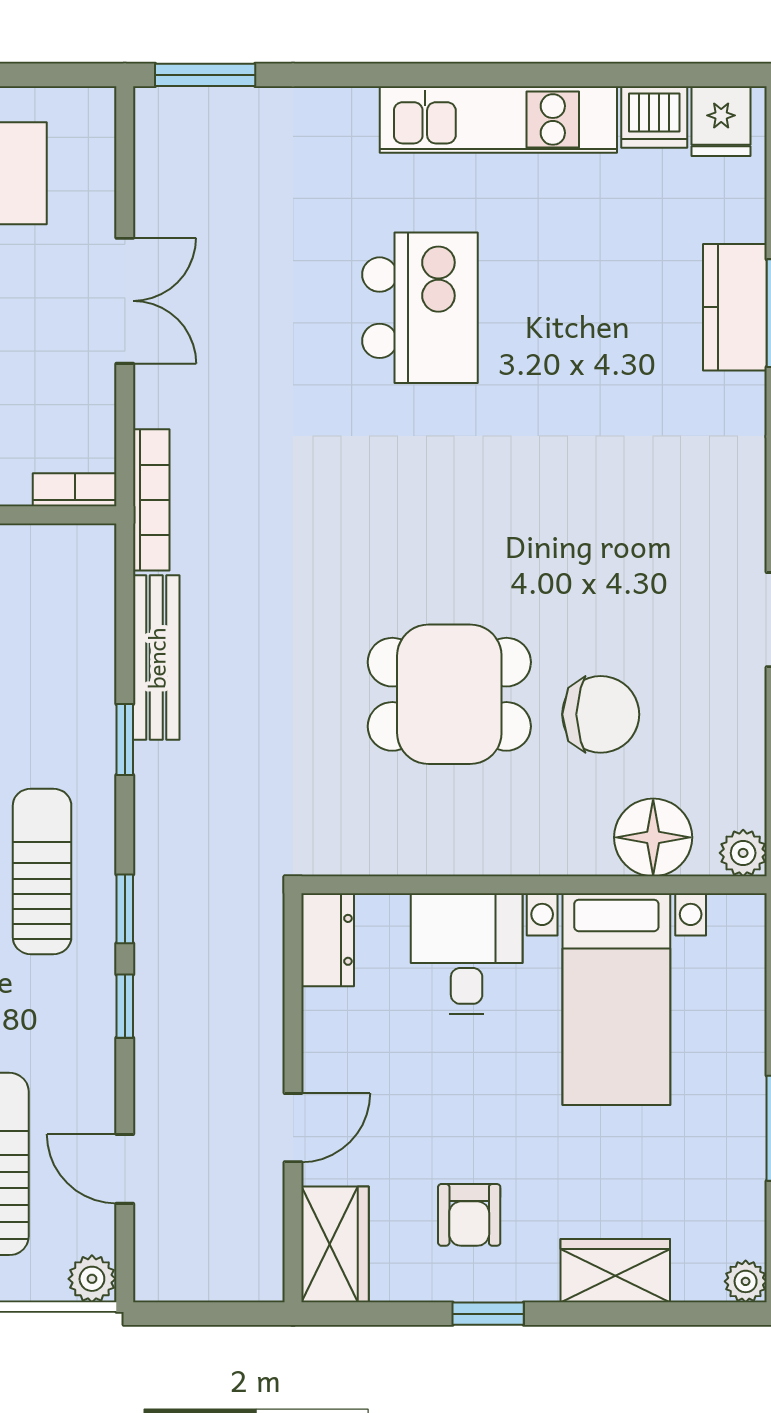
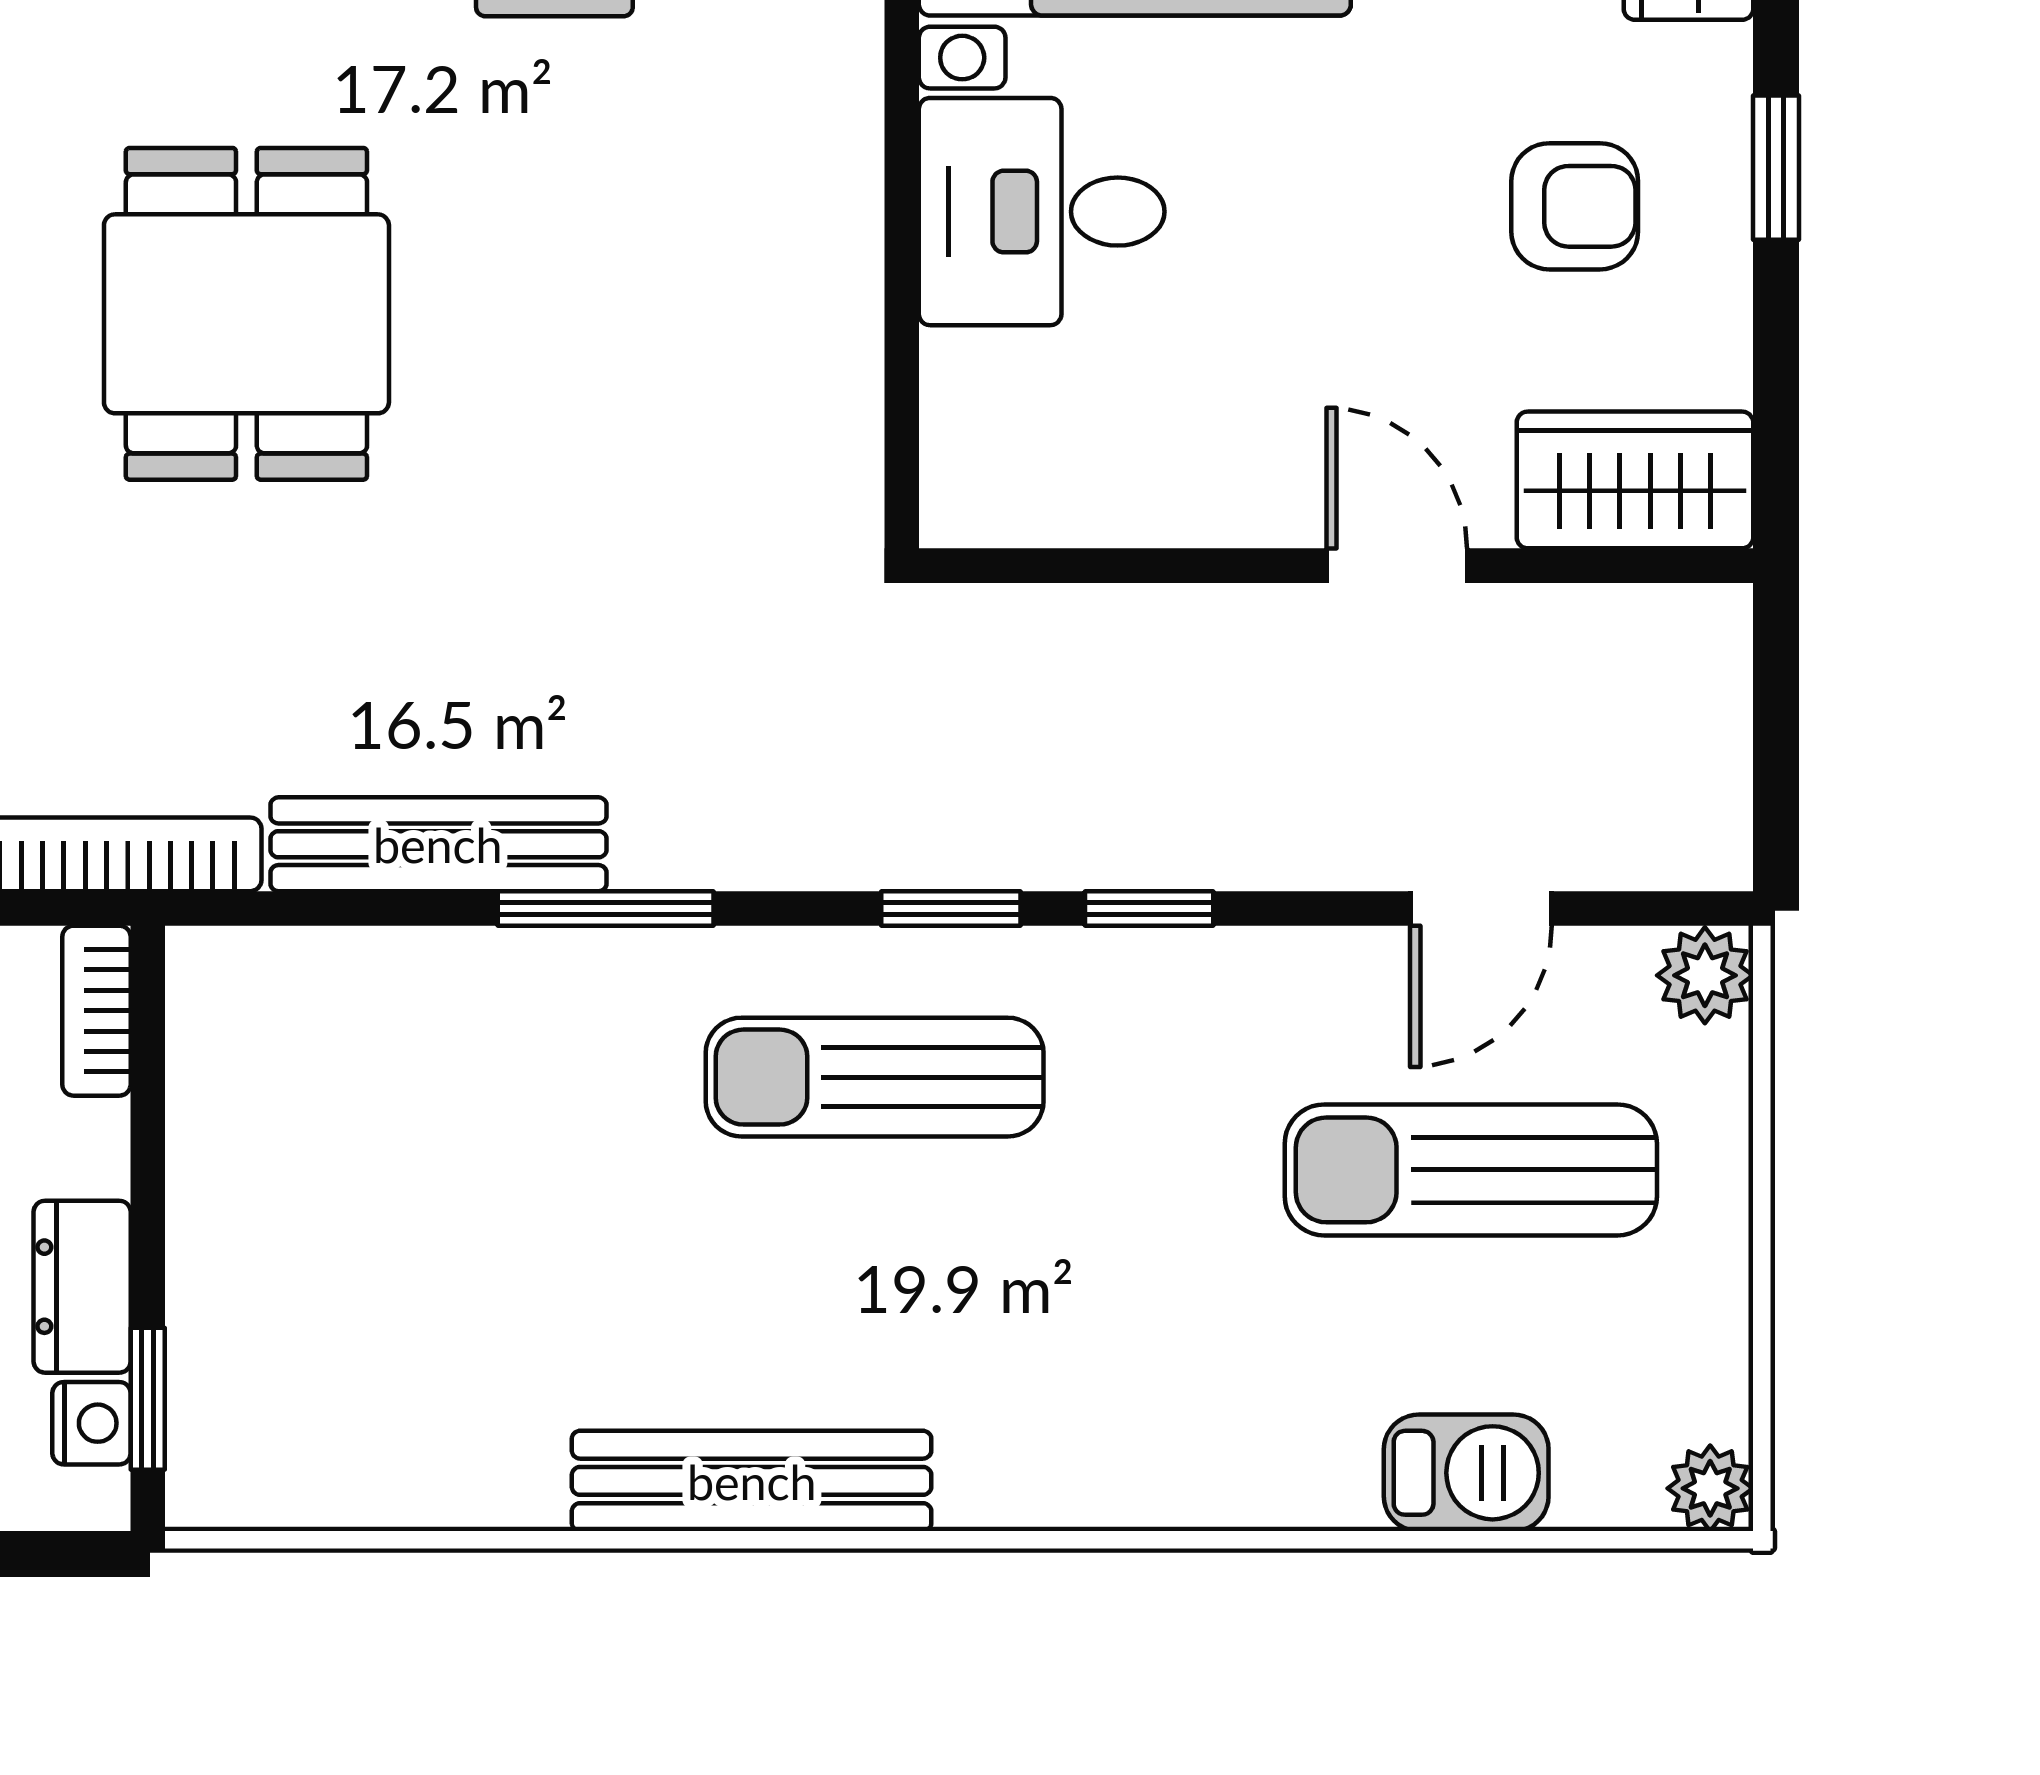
dining table: (449, 694) -> (246, 314), moved
window: (125, 740) -> (606, 908), width x1.50
dresser: (328, 940) -> (1014, 495), removed

